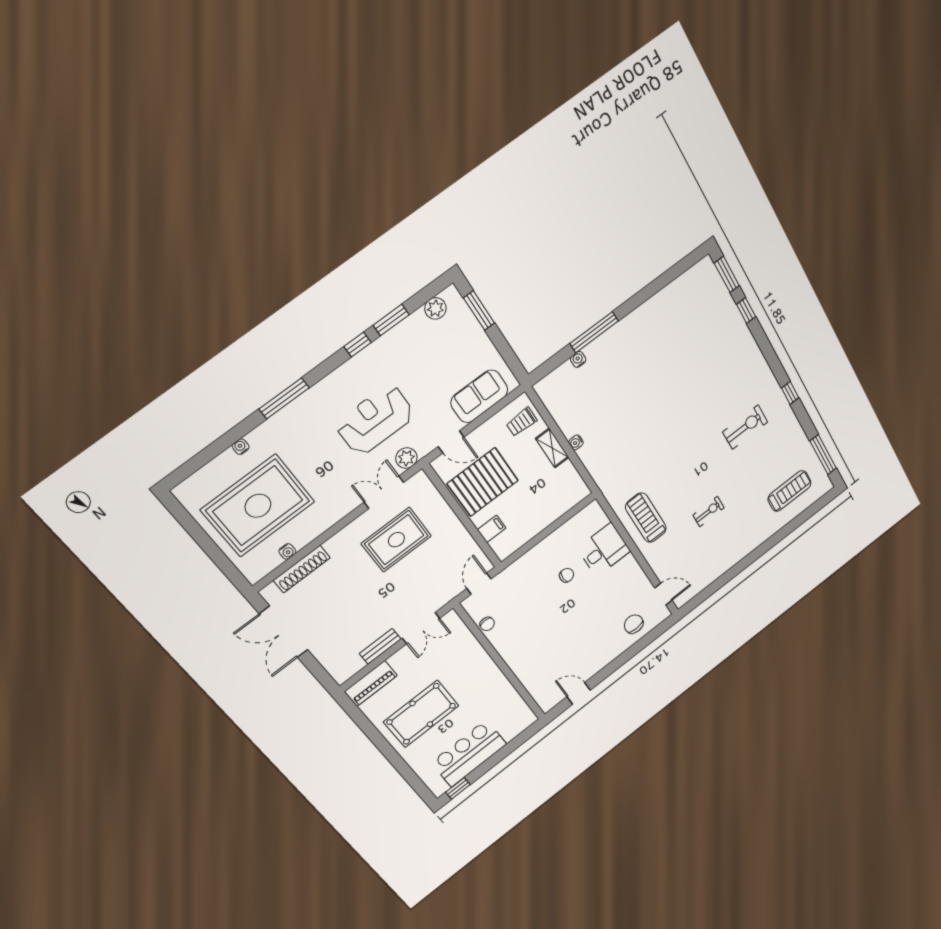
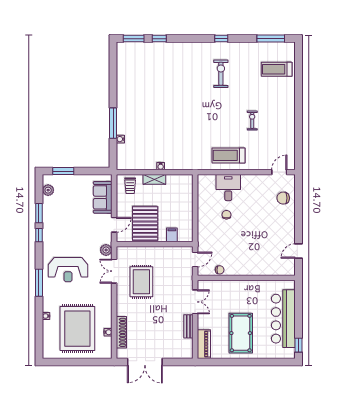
reception desk: (375, 420) -> (68, 270), moved, turned -90
treadmill: (789, 491) -> (277, 69), turned -90
door: (479, 584) -> (195, 260), swing flipped
bar counter: (469, 753) -> (283, 319), width x1.36

